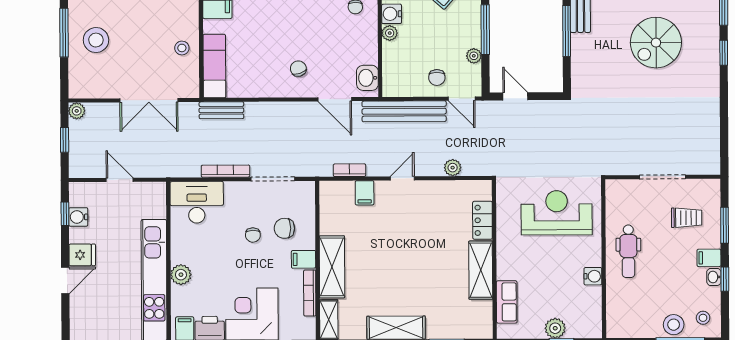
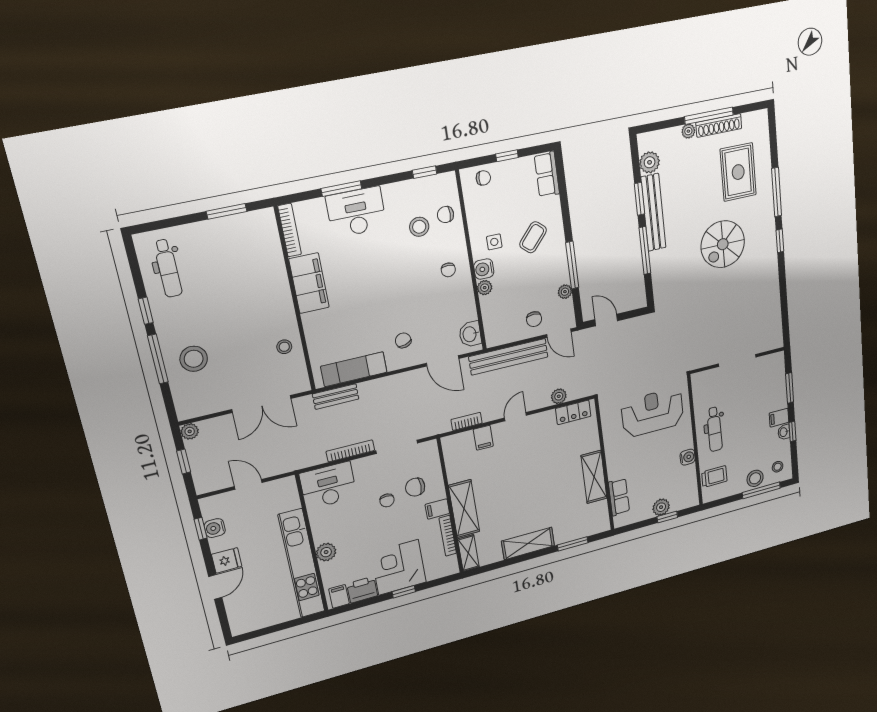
exam couch: (214, 66) -> (354, 369), moved, turned -90
trolley: (687, 218) -> (714, 477), moved
locker: (482, 220) -> (573, 412), moved, turned -90

